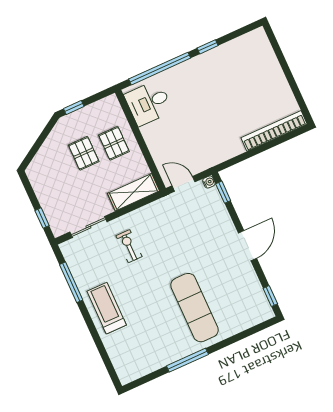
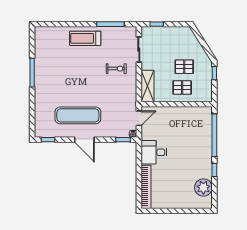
plant: (239, 51) -> (203, 188), added
desk: (148, 103) -> (154, 152), moved, turned -90
treadmill: (107, 308) -> (85, 38), turned 180
exercise mat: (194, 308) -> (78, 115), moved

